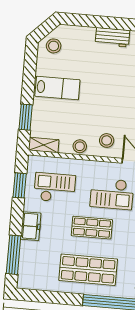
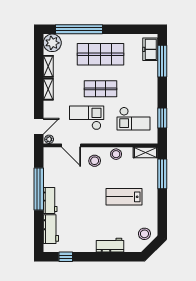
workbench: (112, 37) -> (110, 245), moved
lab bench: (57, 88) -> (124, 197), moved
window: (26, 117) -> (162, 174), width x1.44
freezer: (31, 226) -> (150, 49), moved

